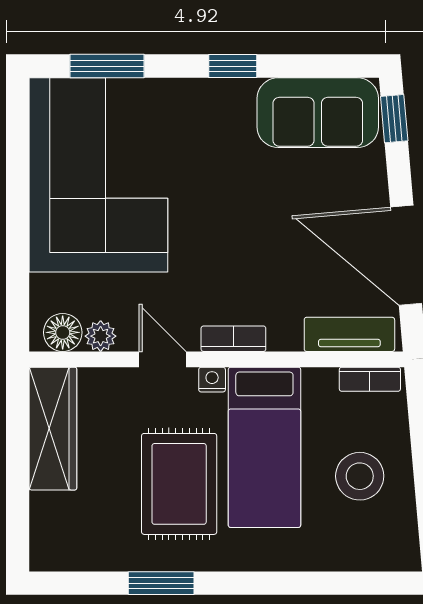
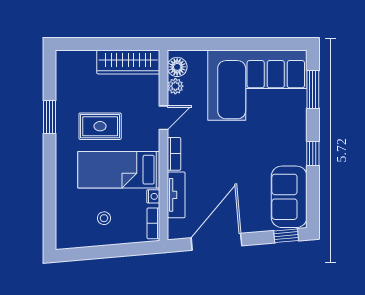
tv unit: (349, 334) -> (176, 195), moved
nightstand: (212, 380) -> (153, 196), moved
stool: (360, 476) -> (104, 218), width x0.53, depth x0.53
rug: (179, 484) -> (100, 126), width x0.73, depth x0.70

